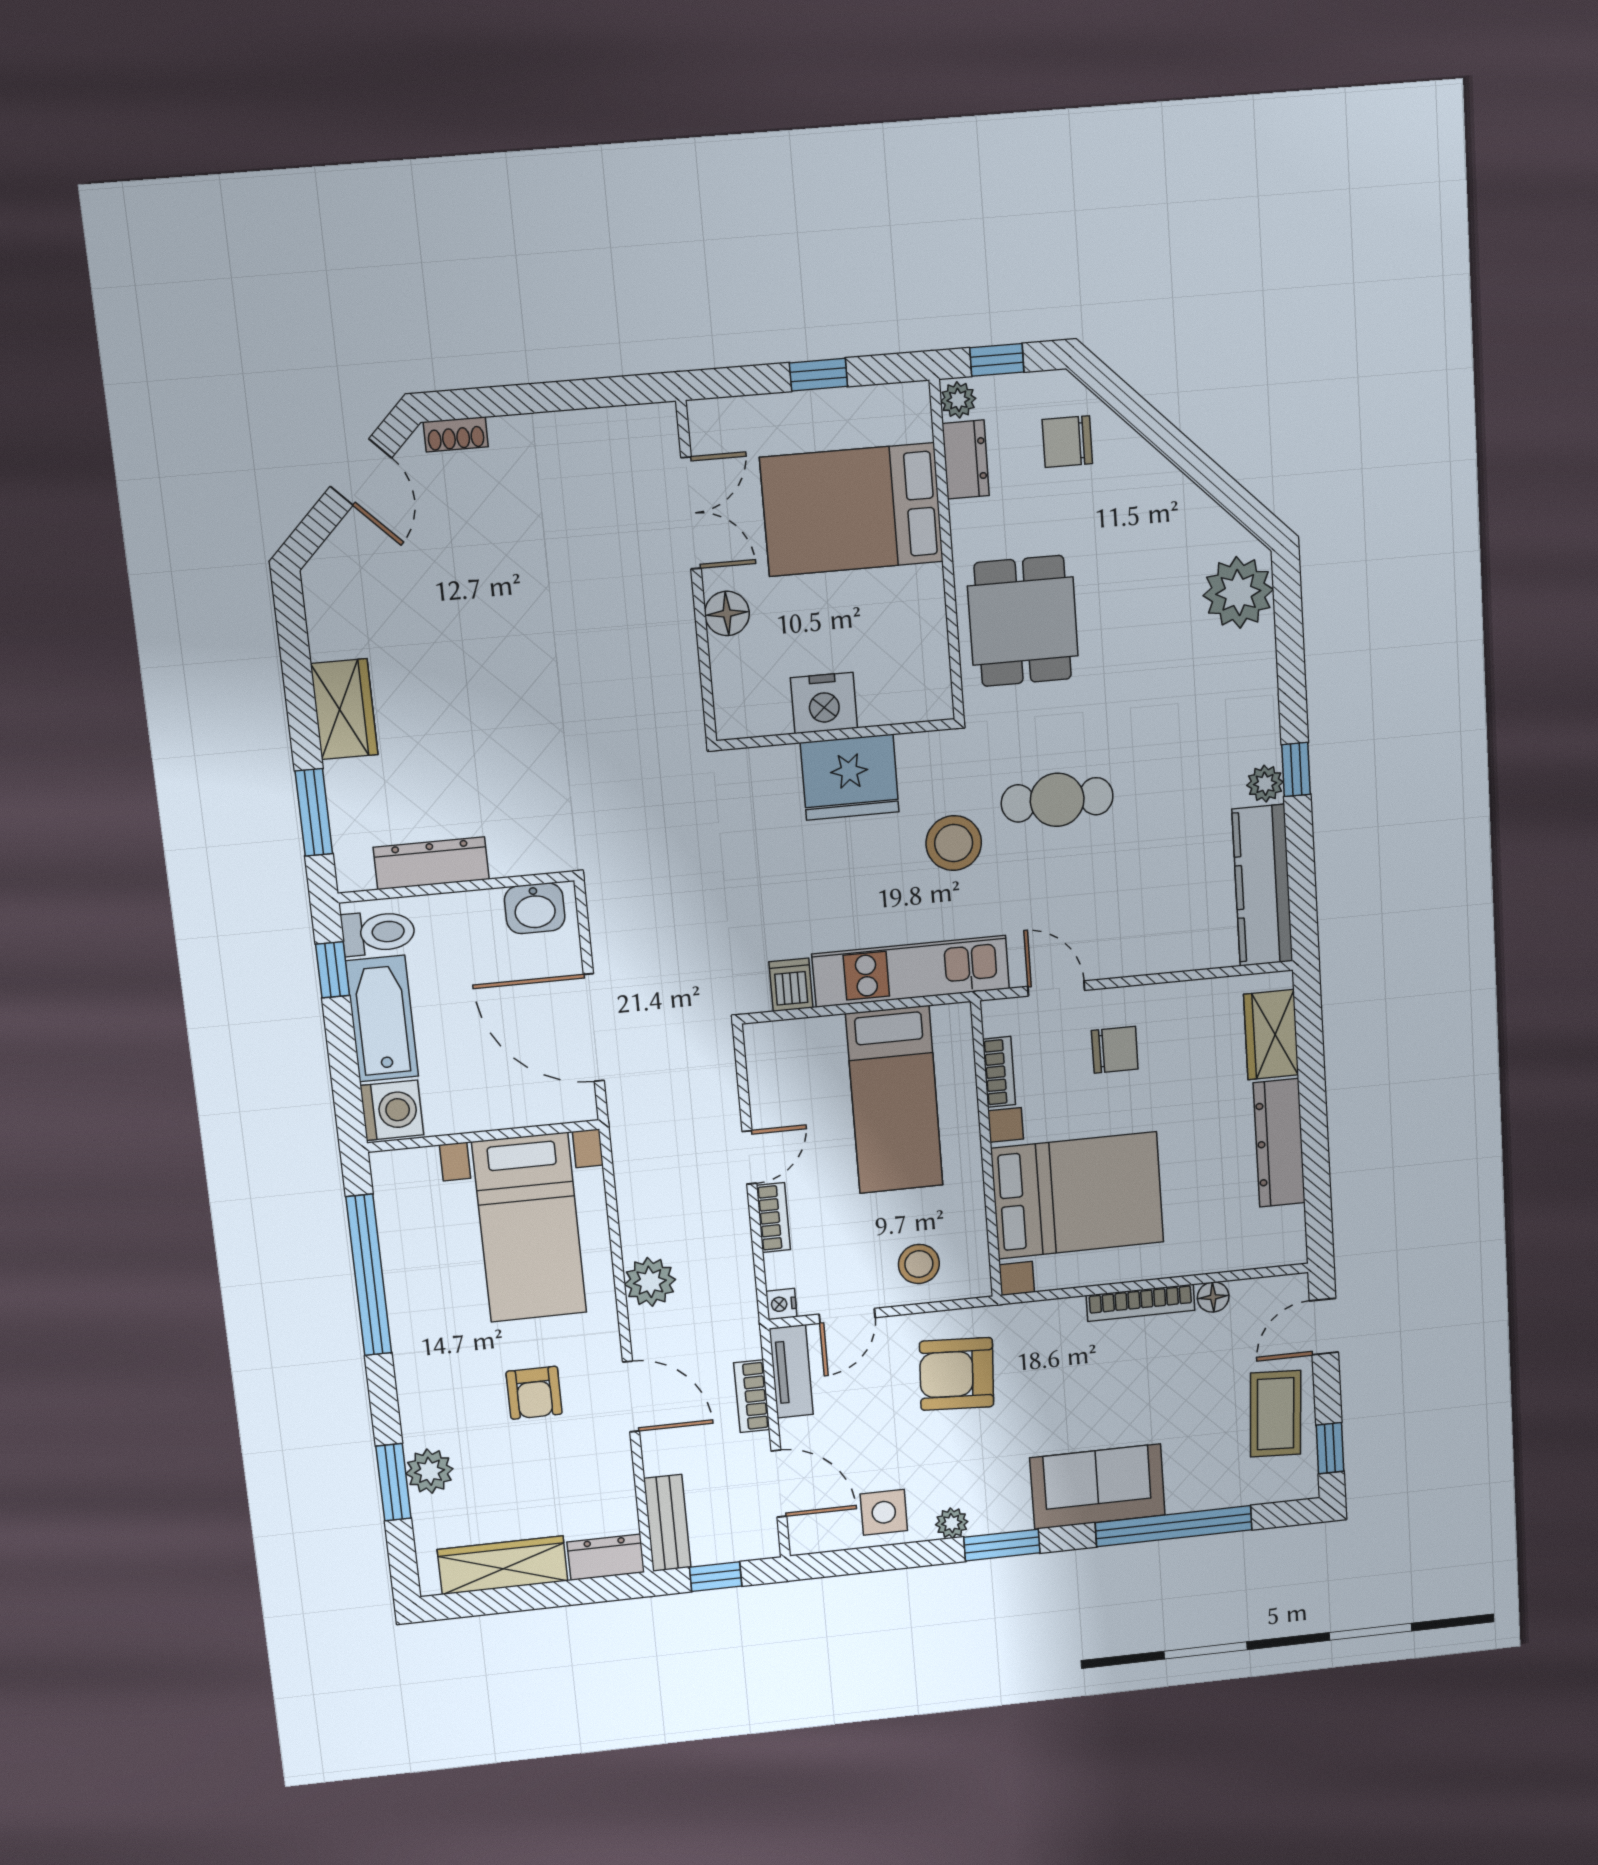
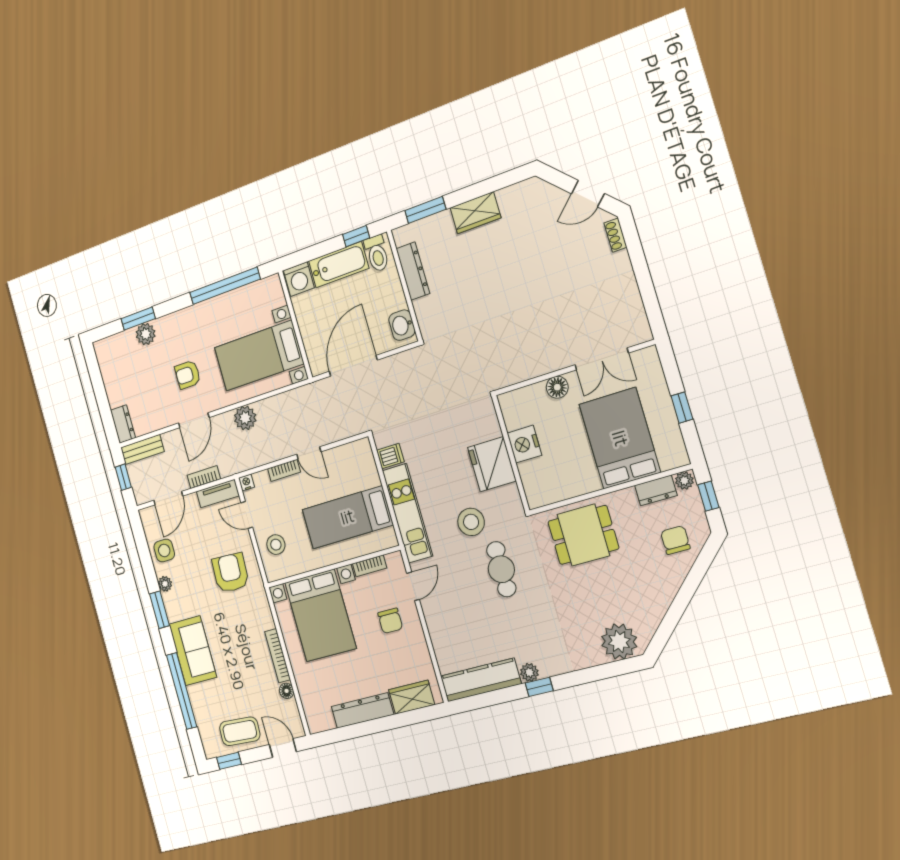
wardrobe: (503, 1565) -> (112, 377), removed

